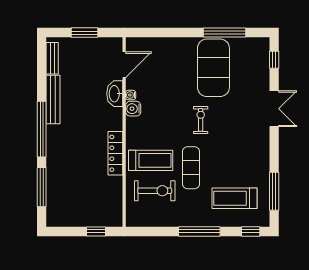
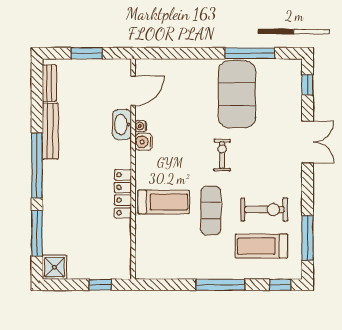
exercise bike: (155, 191) -> (264, 209), moved
shower: (57, 216) -> (54, 267), added

